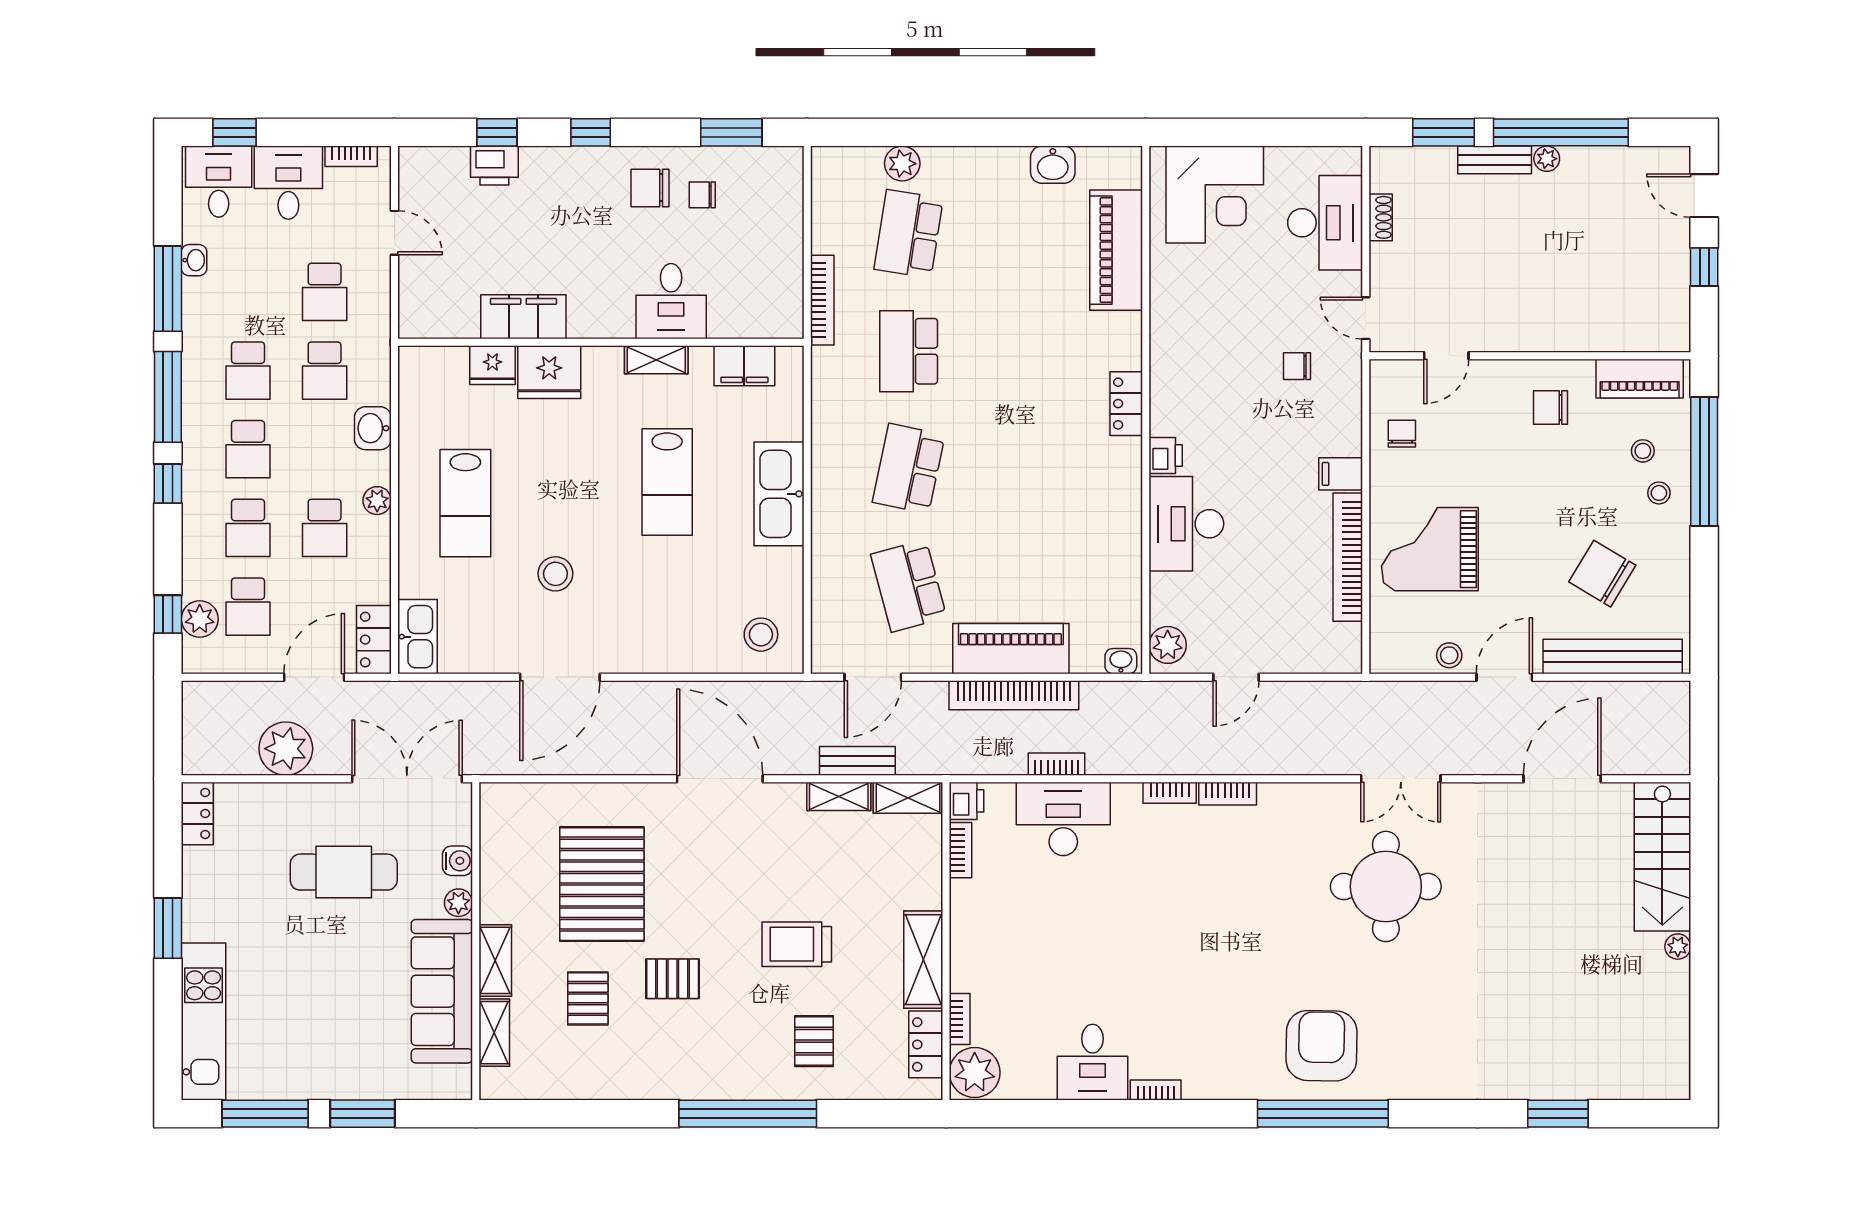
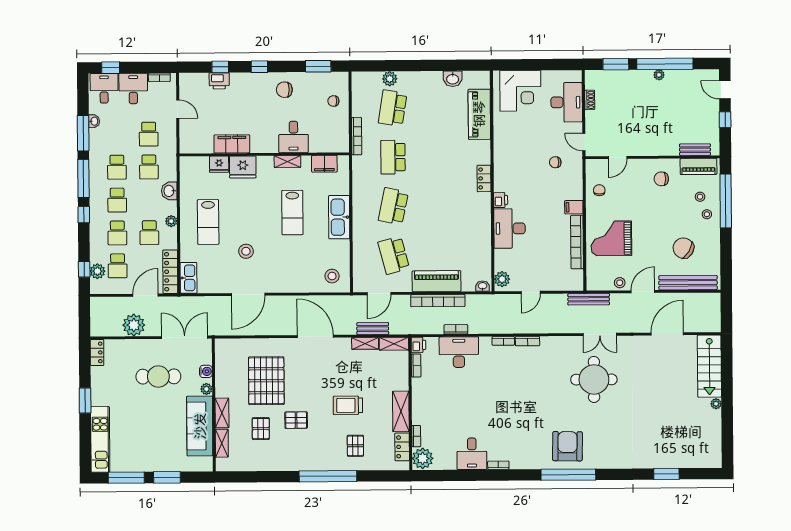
bench: (1495, 160) -> (695, 150), moved
chair: (702, 195) -> (333, 101), moved
locker: (374, 640) -> (170, 272), width x1.53
bench: (1374, 694) -> (589, 299), added

